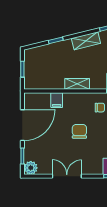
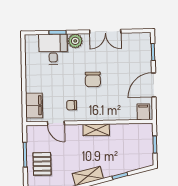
filing cabinet: (57, 100) -> (143, 112), moved
door: (22, 125) -> (154, 85), width x0.73
plant: (31, 168) -> (75, 41), moved

